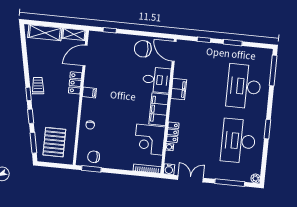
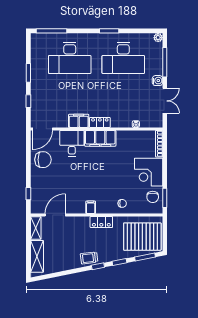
chair: (143, 49) -> (43, 160), turned -90
door: (85, 56) -> (55, 215), swing flipped
locker: (75, 83) -> (101, 222), moved
locker: (173, 132) -> (100, 122), moved
corner desk: (150, 140) -> (149, 172), moved, turned 90
pallet: (54, 142) -> (142, 237), width x1.37, depth x1.41
water cooler: (169, 169) -> (157, 81), moved
double door: (190, 179) -> (165, 101), swing flipped

